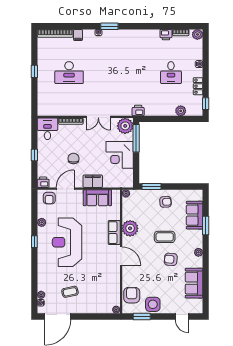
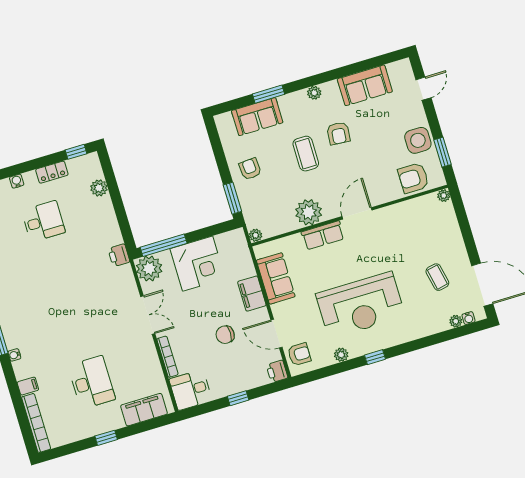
filing cabinet: (44, 98) -> (144, 410), added

